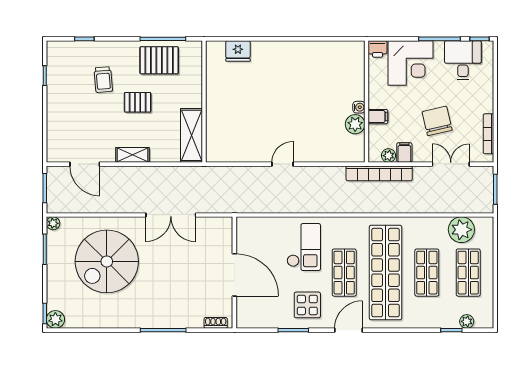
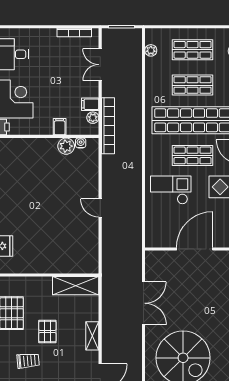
water cooler: (359, 107) -> (81, 143), moved
chair: (437, 121) -> (63, 76), removed
plant: (461, 230) -> (151, 50), width x0.53, depth x0.53

